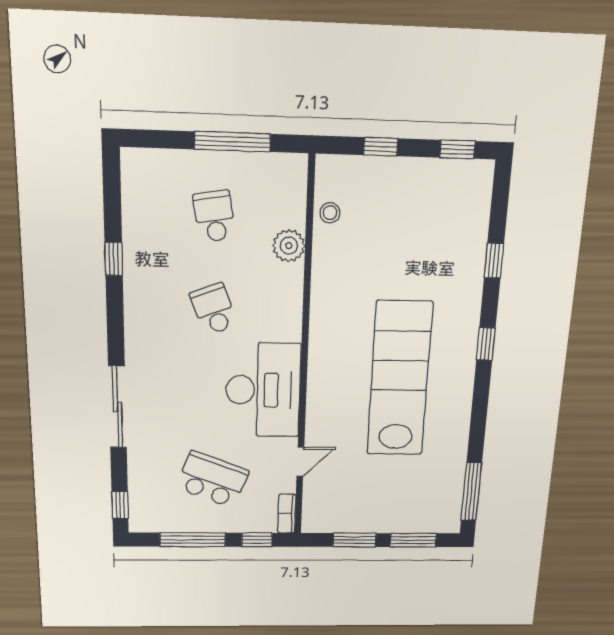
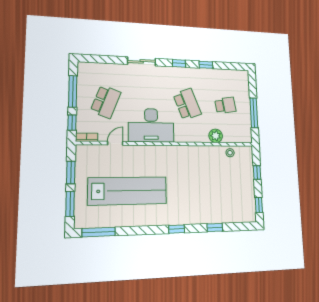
school desk: (214, 309) -> (187, 104), width x1.85
lab bench: (399, 379) -> (128, 191), moved
sliding door: (118, 407) -> (142, 61), width x0.73
door: (300, 462) -> (115, 143), swing flipped
window: (120, 505) -> (179, 63), moved

